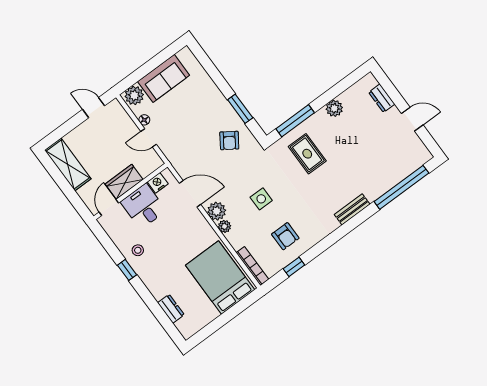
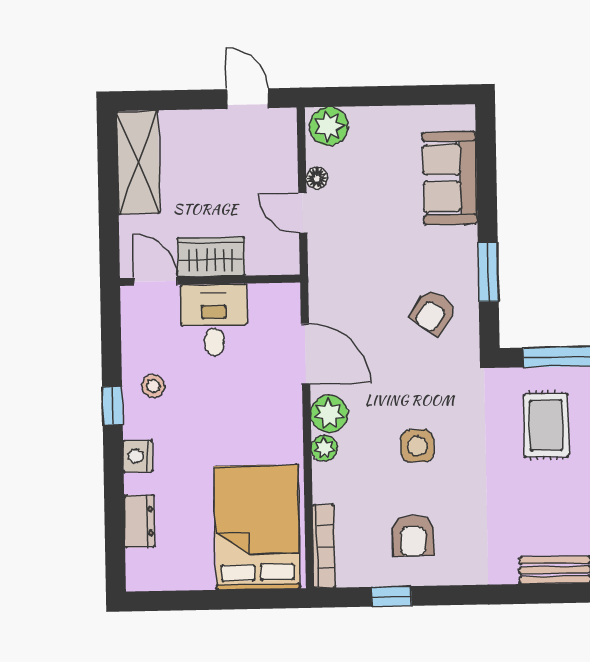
sofa: (164, 78) -> (450, 178), moved, turned 90
nightstand: (158, 183) -> (138, 456), moved, turned -90
door: (109, 207) -> (156, 281), hinge flipped

